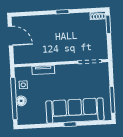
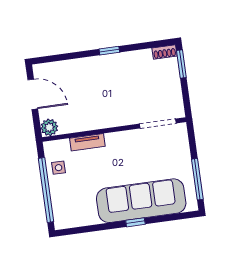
plant: (19, 58) -> (49, 127), added
floor lamp: (21, 101) -> (57, 193), removed

